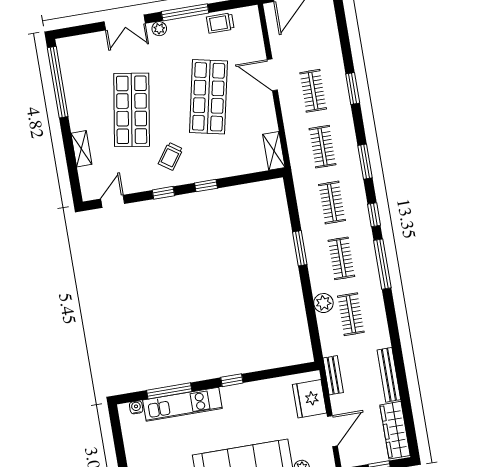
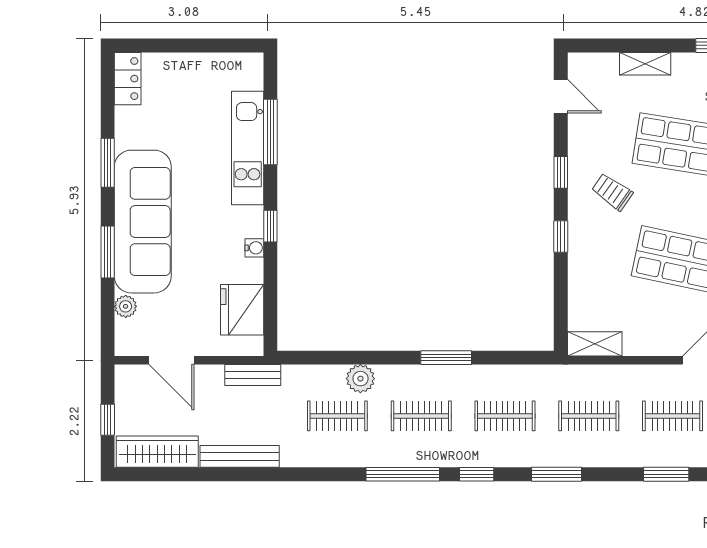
fridge: (310, 399) -> (242, 310), moved, turned -90
water cooler: (136, 407) -> (254, 248), moved

